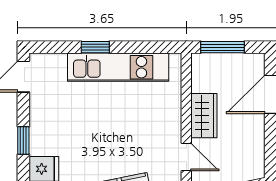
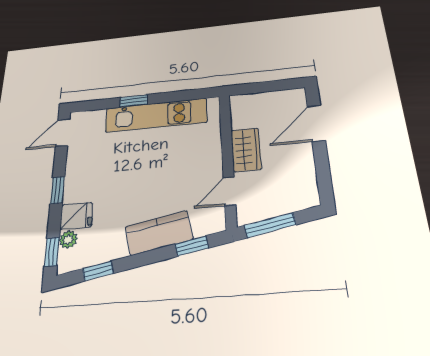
window: (222, 47) -> (261, 87), removed
door: (186, 157) -> (229, 191), swing flipped

